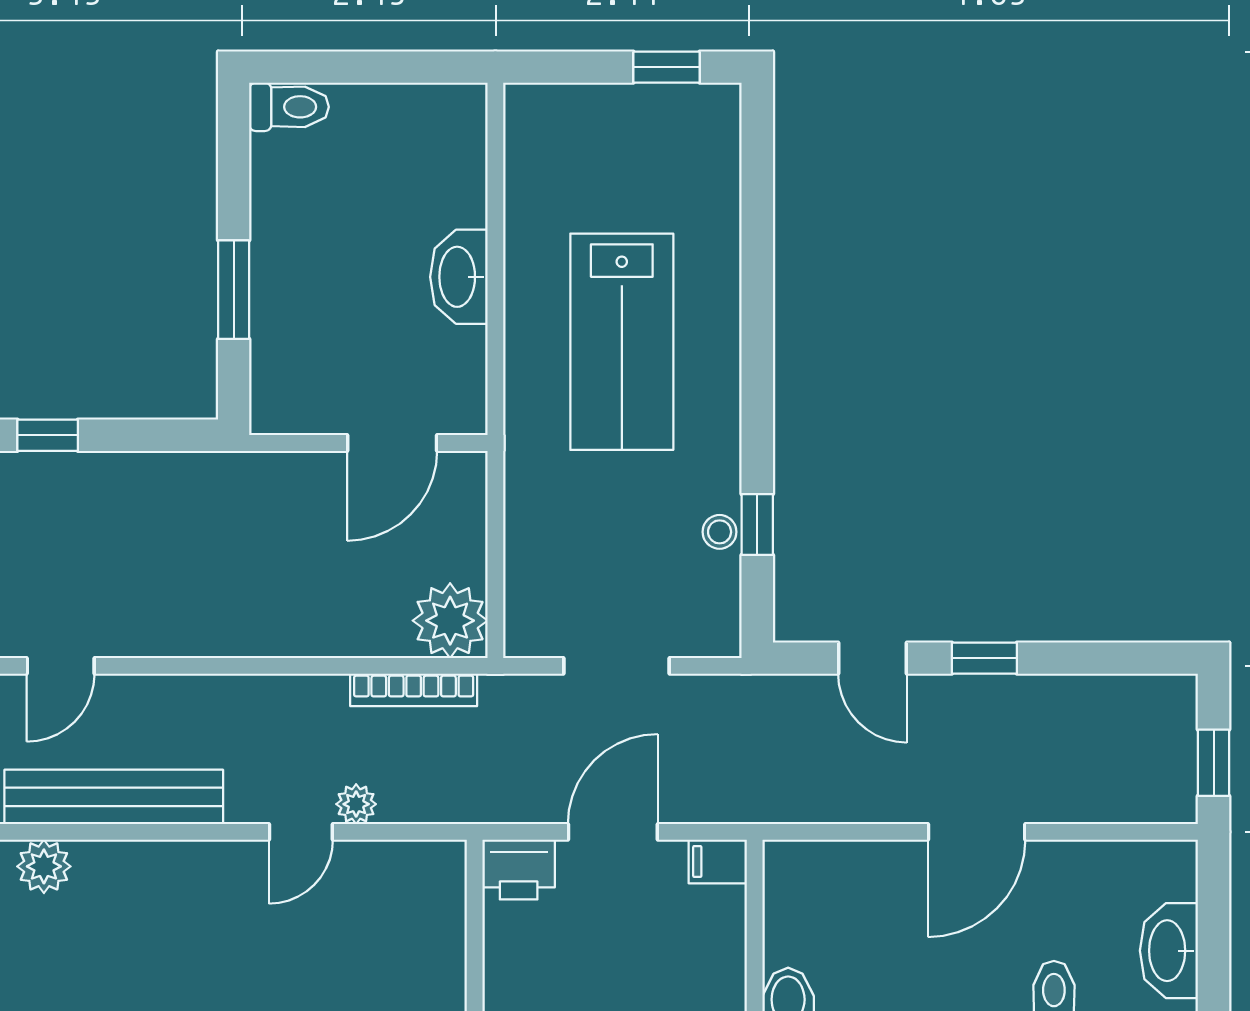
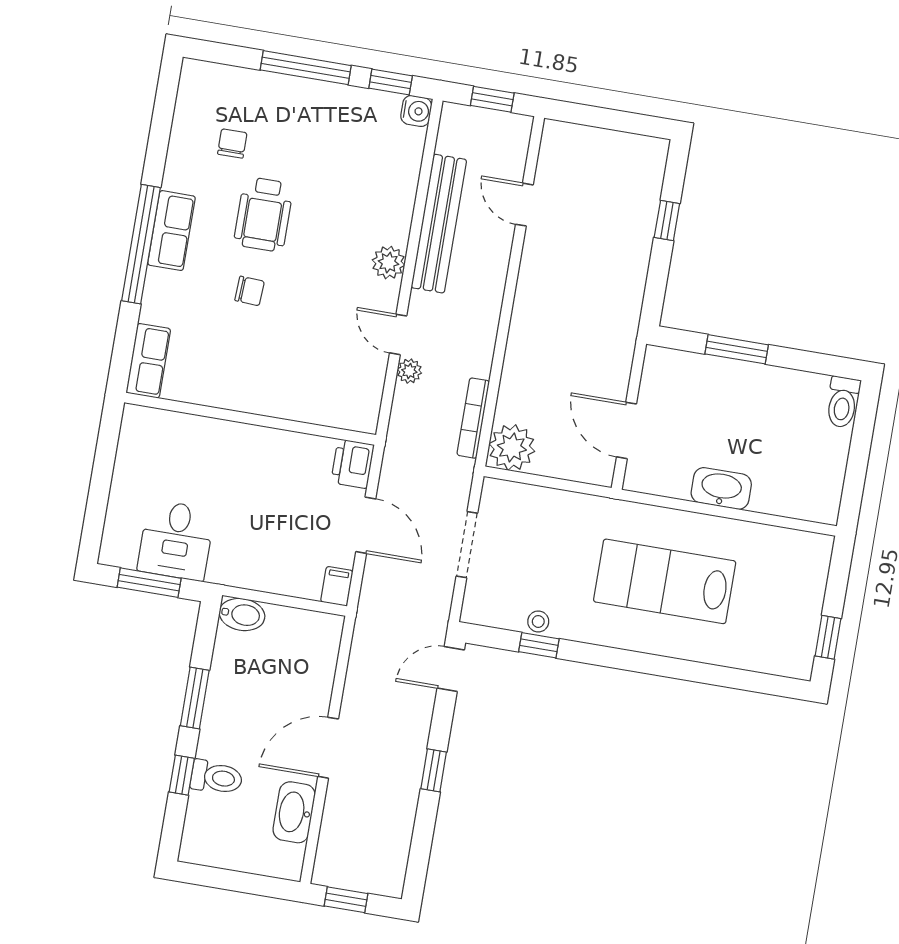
door: (873, 658) -> (451, 669), moved
door: (977, 832) -> (328, 748), hinge flipped
plant: (44, 866) -> (389, 263), moved
washbasin: (1169, 951) -> (294, 812), moved, turned -90

